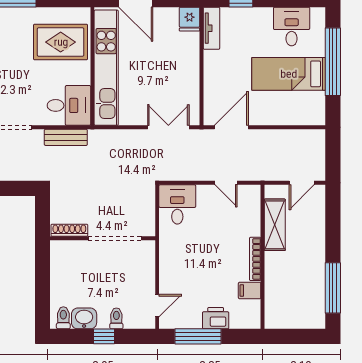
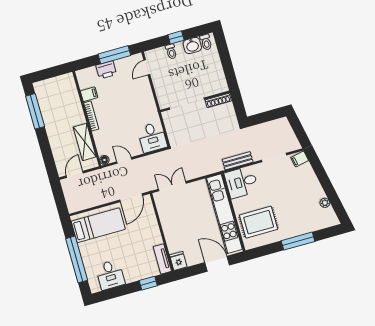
bed: (289, 74) -> (98, 225), moved
double door: (168, 127) -> (172, 186), swing flipped
floor lamp: (254, 191) -> (104, 160), added

